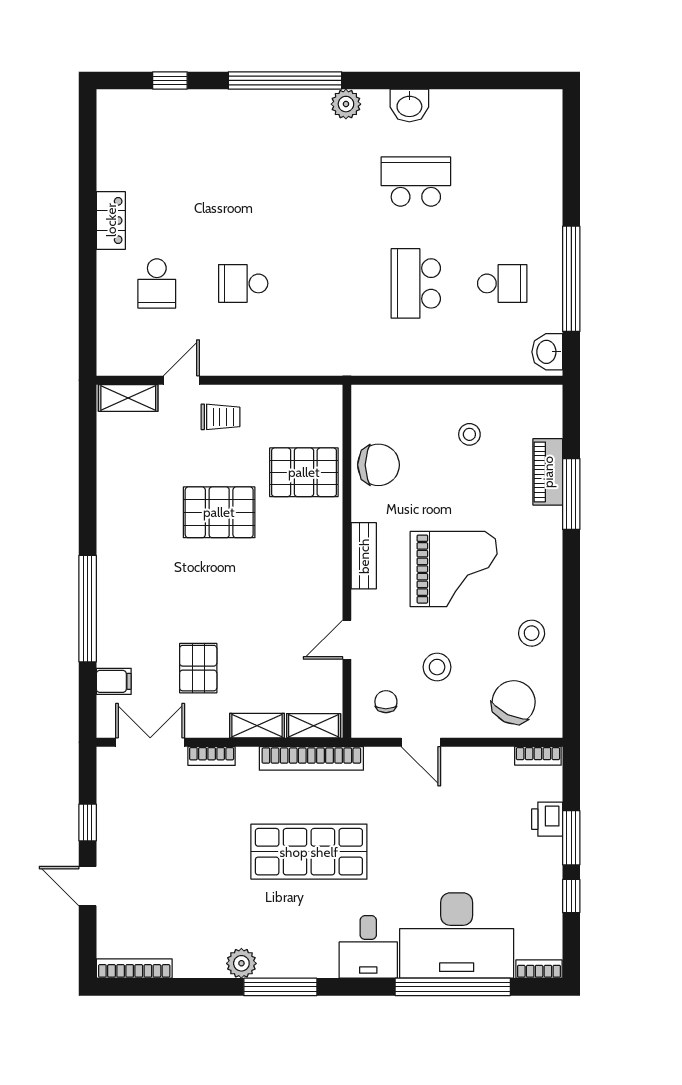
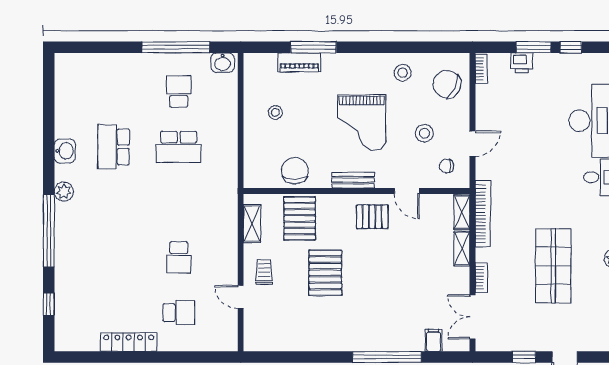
locker: (111, 220) -> (129, 342), width x1.53
shelving: (128, 398) -> (252, 224), moved
grand piano: (454, 569) -> (362, 123), turned 180
pallet: (198, 668) -> (372, 217), moved
shop shelf: (309, 852) -> (553, 266), moved

